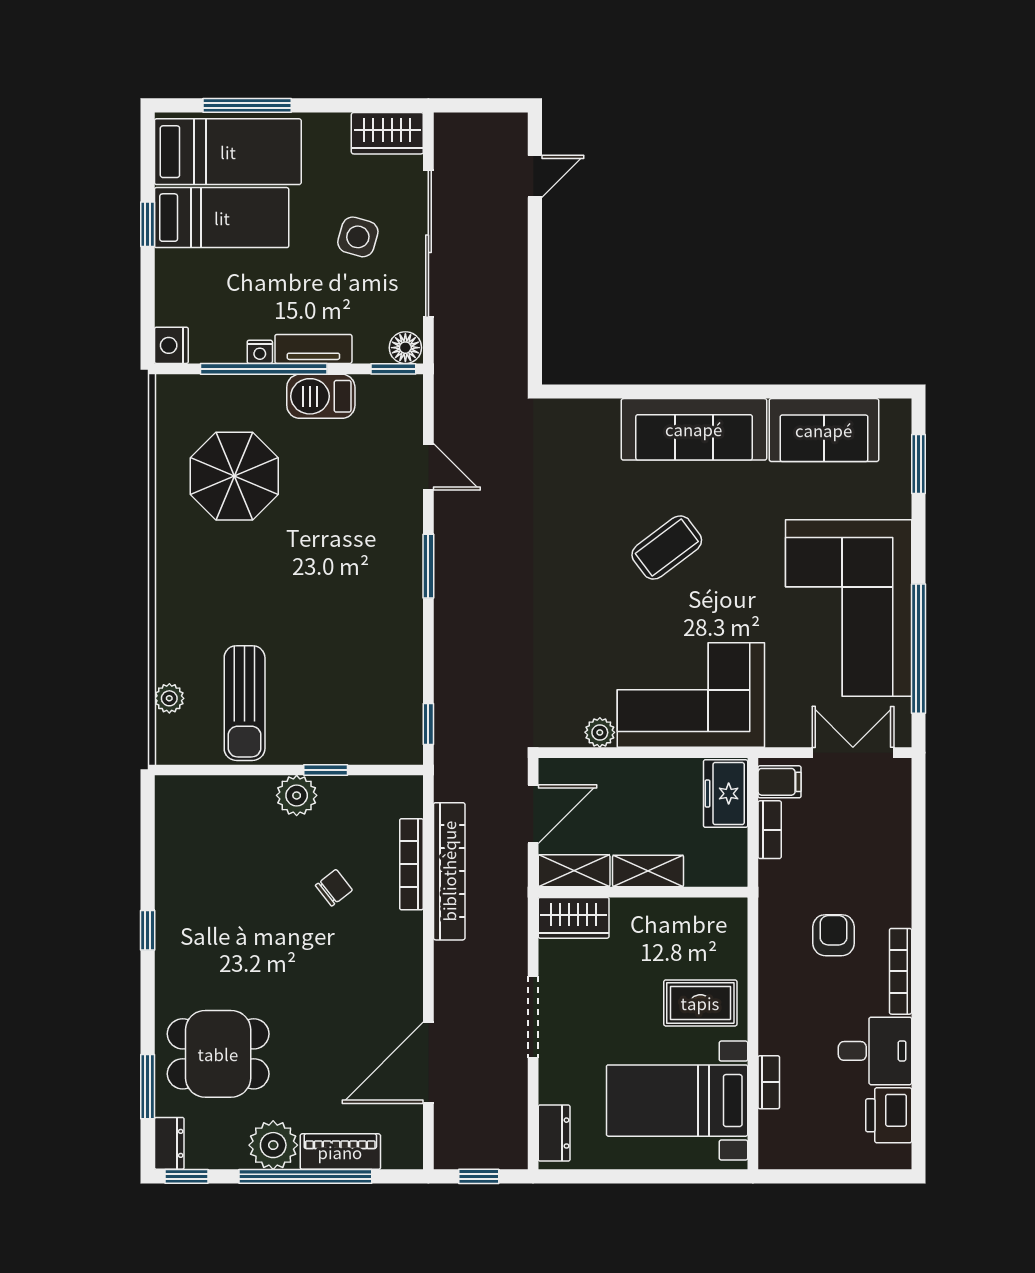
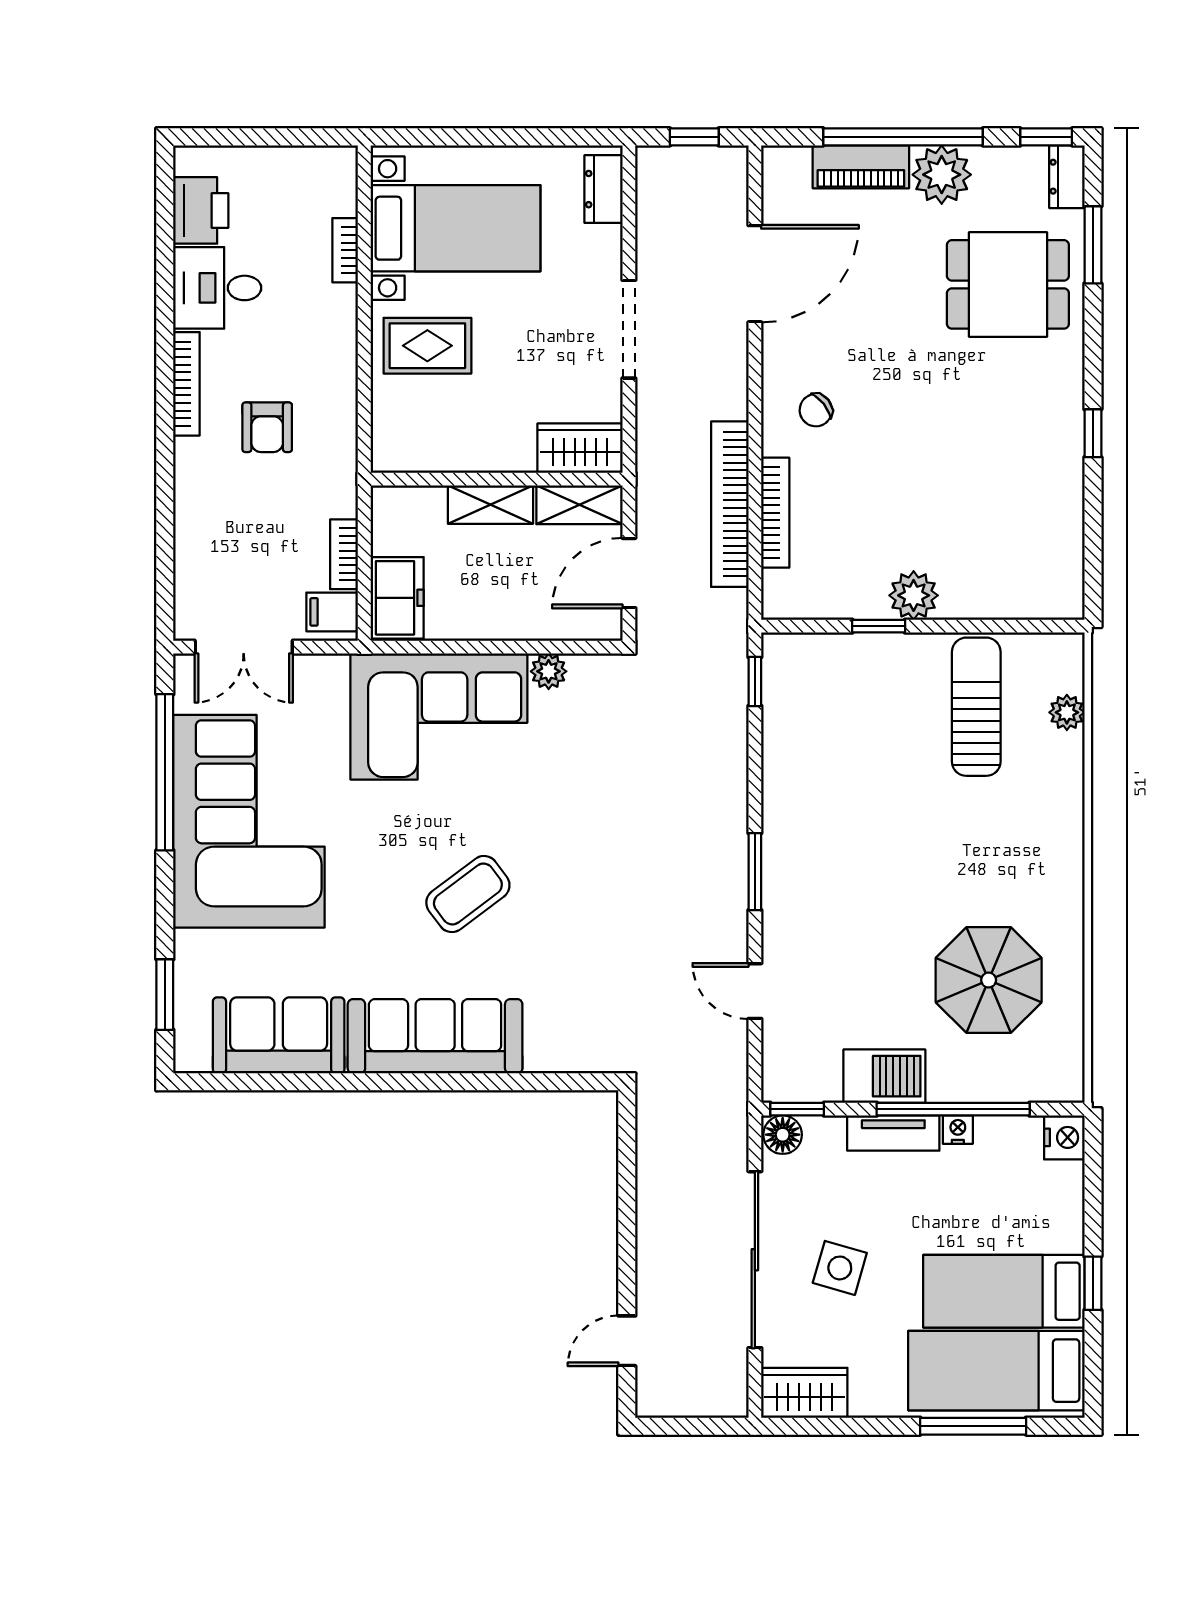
chair: (334, 888) -> (816, 410), moved

